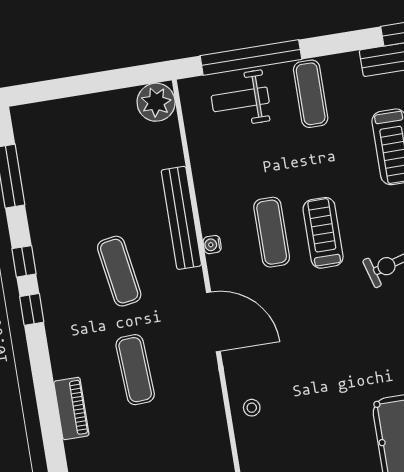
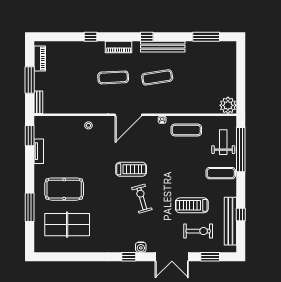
bench: (181, 218) -> (163, 47), moved
exercise mat: (272, 232) -> (186, 130), moved
treadmill: (323, 233) -> (131, 169), moved
window: (24, 261) -> (90, 37), moved
piano: (71, 408) -> (119, 47), moved

